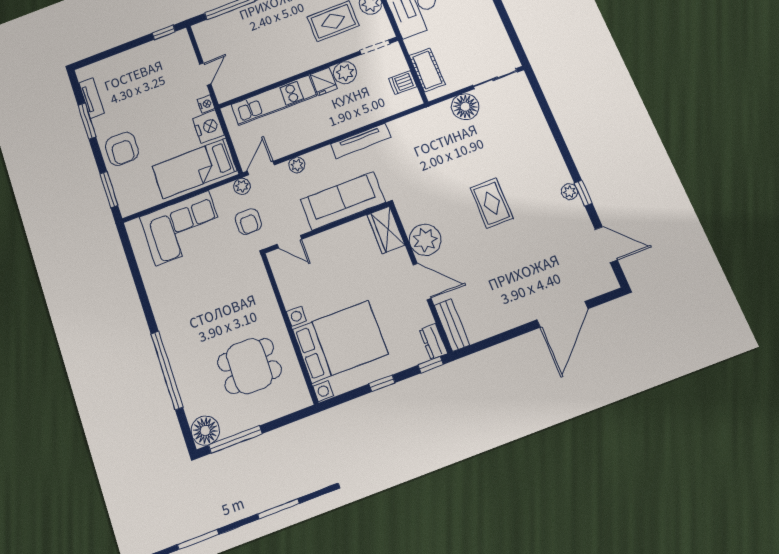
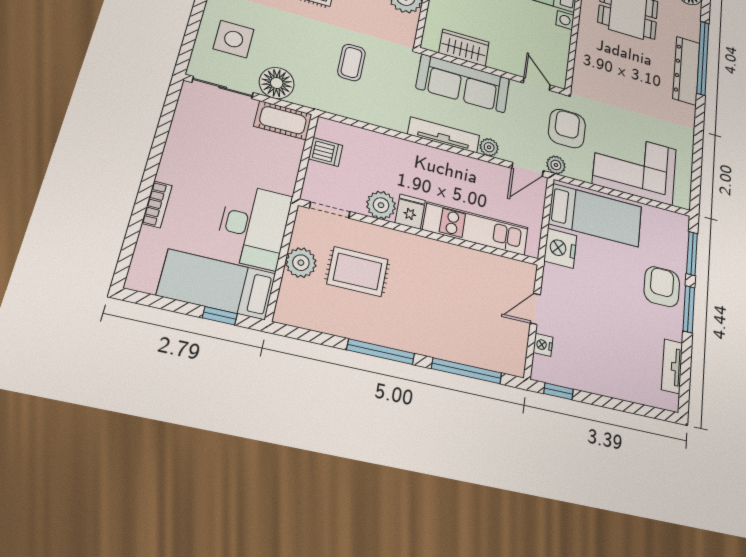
cot: (427, 70) -> (283, 120), moved, turned 90
nightstand: (206, 104) -> (543, 345), moved
side table: (514, 117) -> (234, 39), added
window: (87, 121) -> (689, 309), moved
tv unit: (361, 141) -> (444, 135), moved
coffee table: (428, 158) -> (352, 62), added
armchair: (248, 222) -> (567, 129), width x1.38, depth x1.38
wardrobe: (386, 230) -> (464, 48), moved, turned -90
dresser: (176, 347) -> (686, 71), added

